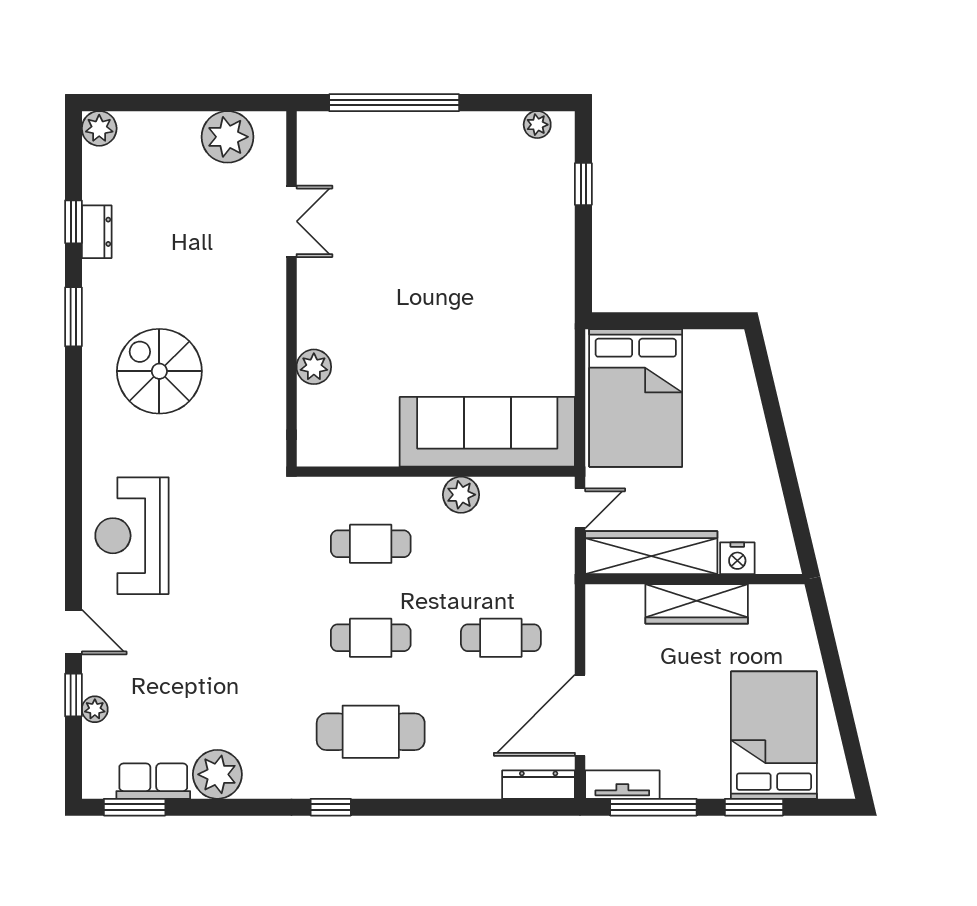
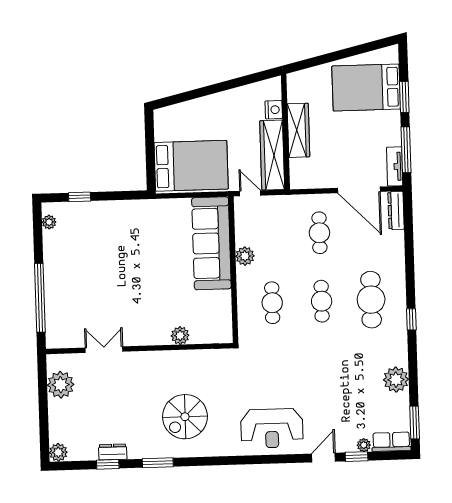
row of seats: (153, 781) -> (391, 442), moved, turned 90

